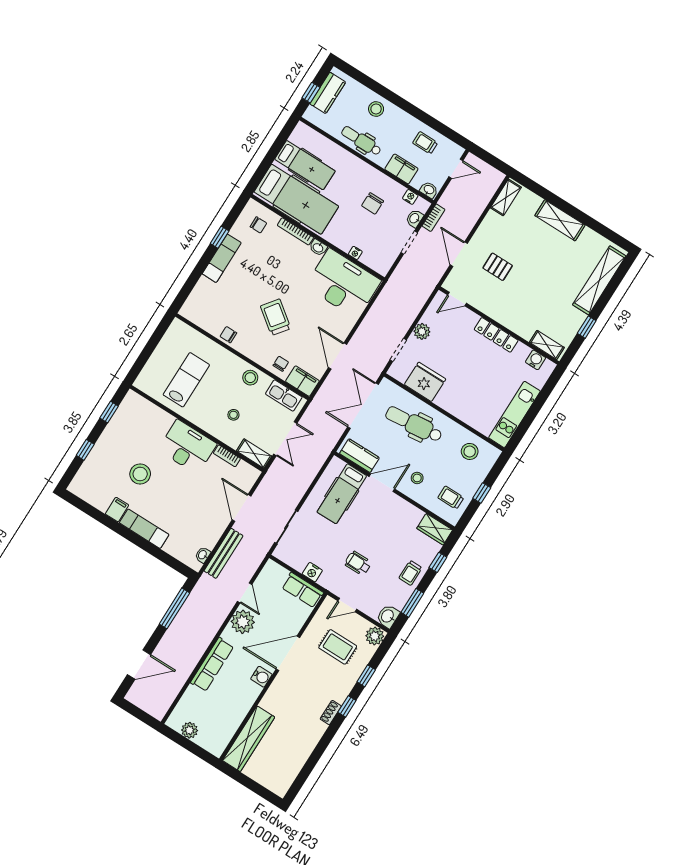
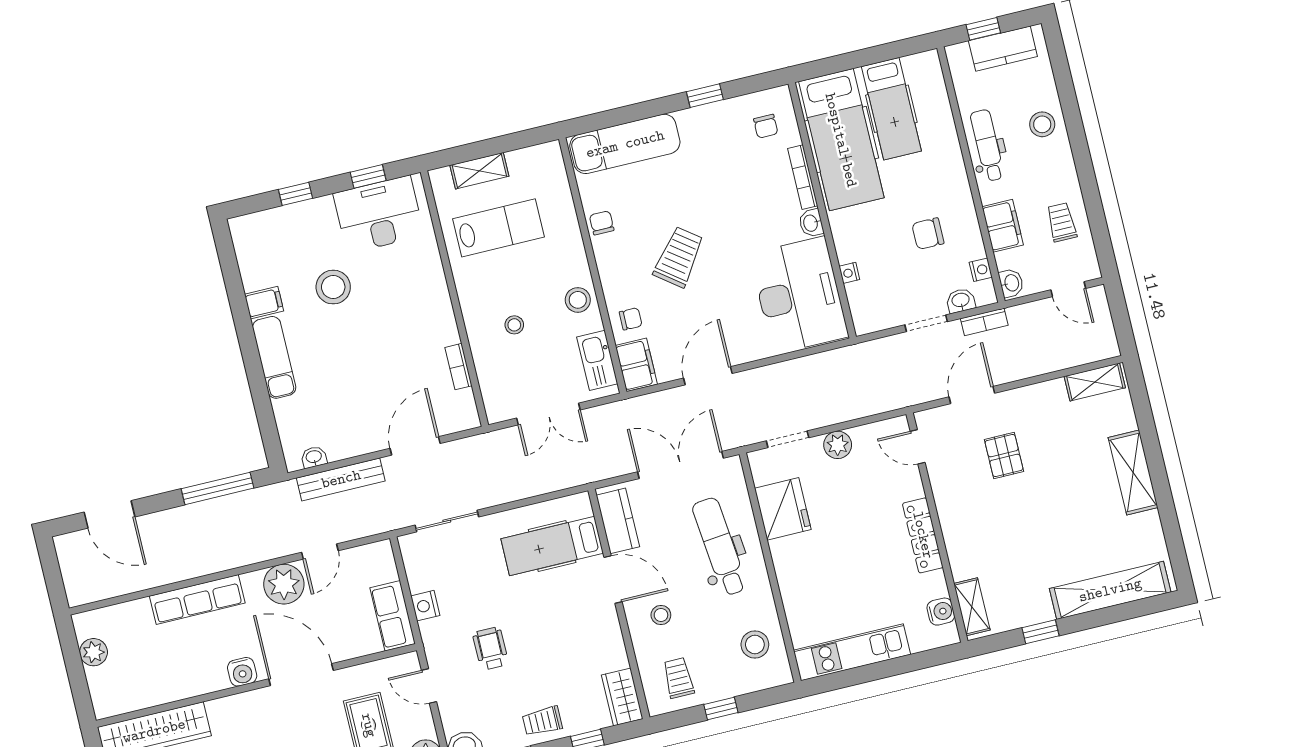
exam couch: (222, 258) -> (625, 144), moved, width x1.36, depth x1.45
desk: (187, 447) -> (379, 214), moved, turned -90
shelving: (254, 454) -> (479, 171), moved, turned 90

